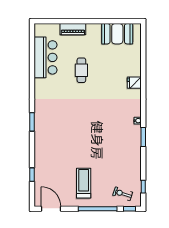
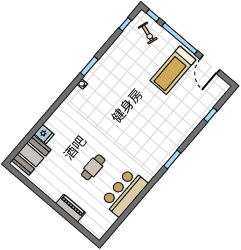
booth: (117, 34) -> (31, 155), moved, turned 90
bar counter: (45, 57) -> (124, 192), moved
fridge: (134, 83) -> (44, 134), moved
treadmill: (84, 183) -> (173, 70), width x1.37, depth x1.38
door: (51, 209) -> (210, 64), moved

